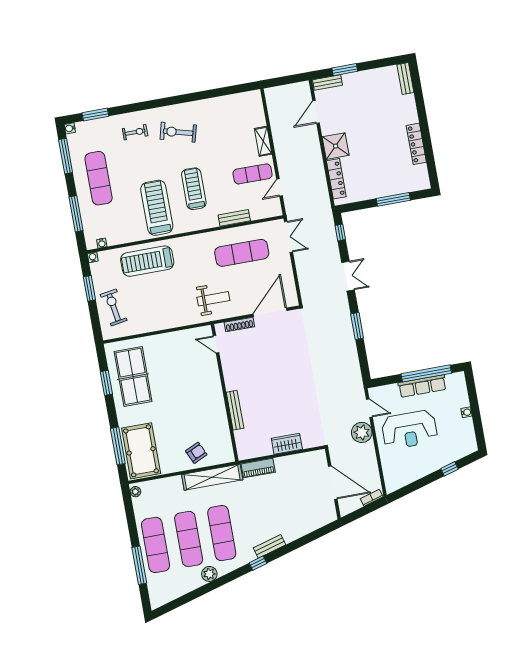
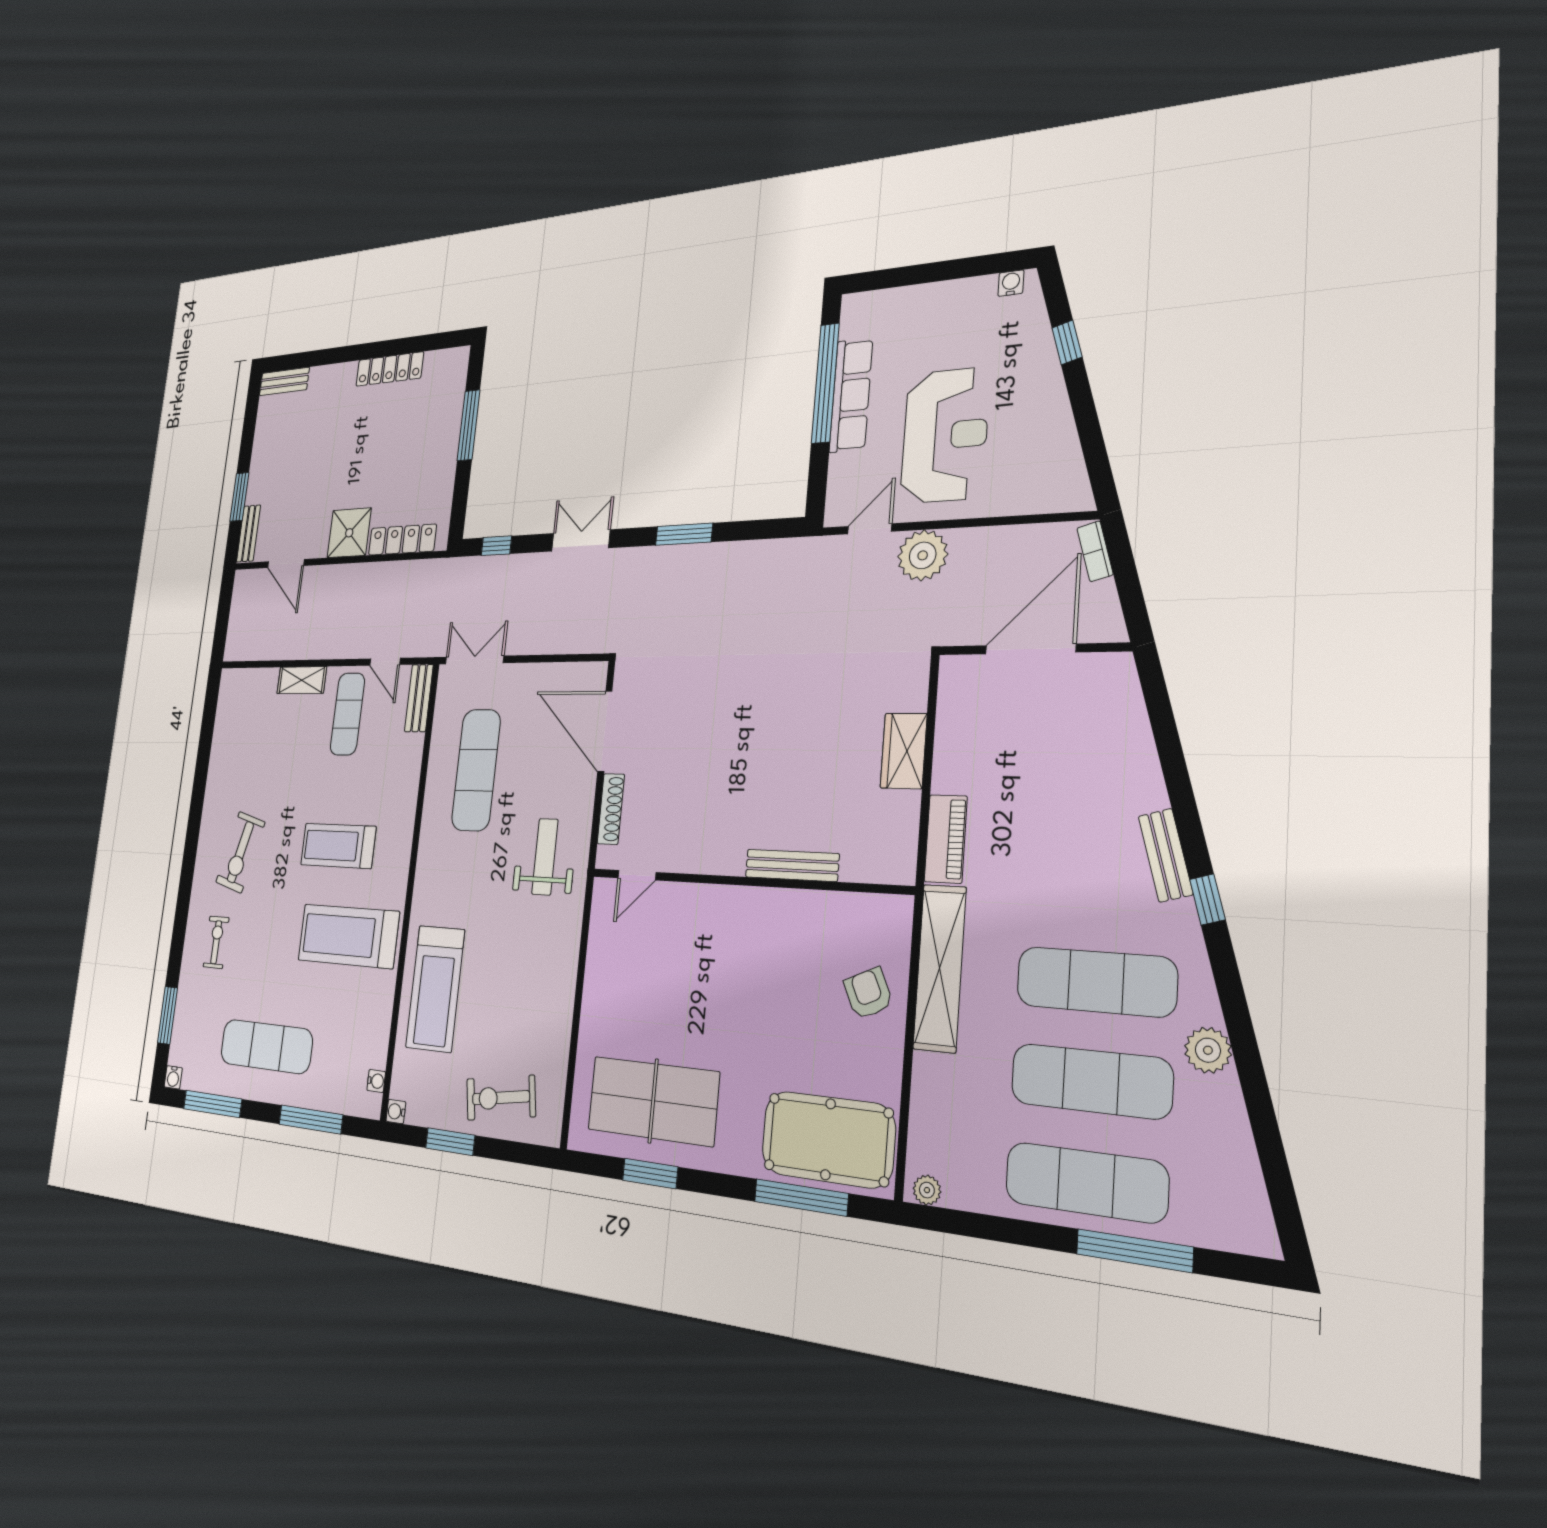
bench: (234, 218) -> (419, 698), moved
water cooler: (466, 412) -> (1011, 283), moved

